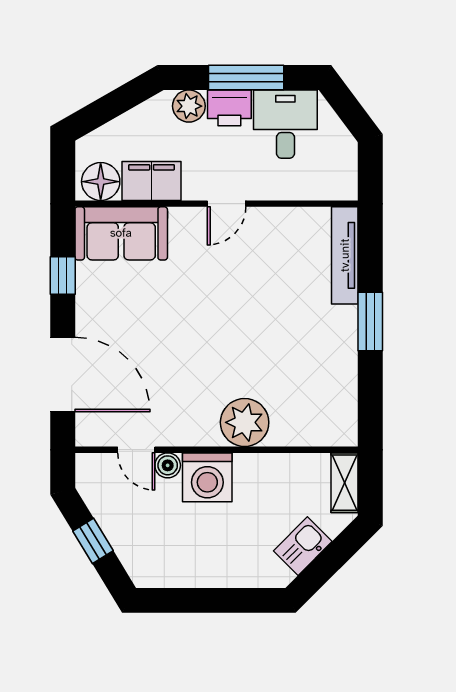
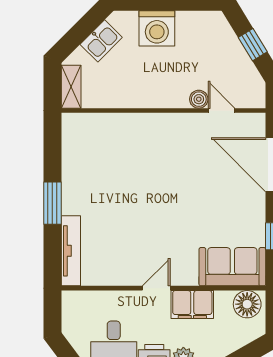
filing cabinet: (152, 181) -> (192, 305), moved
plant: (245, 422) -> (143, 130), removed
washing machine: (207, 477) -> (157, 28), moved, turned 180

